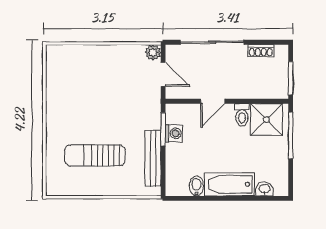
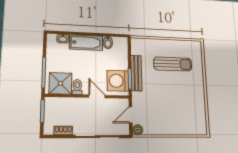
door: (163, 74) -> (131, 115), hinge flipped
door: (213, 101) -> (97, 96), hinge flipped
washing machine: (174, 133) -> (118, 81), width x1.89, depth x1.89
bench: (153, 158) -> (136, 73), moved

